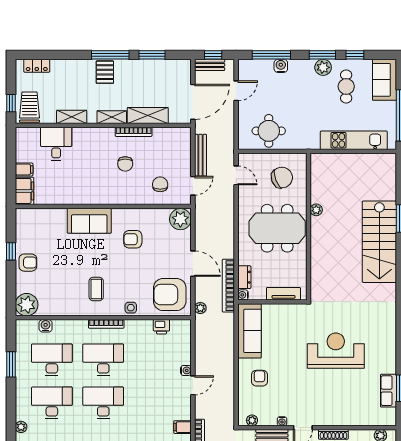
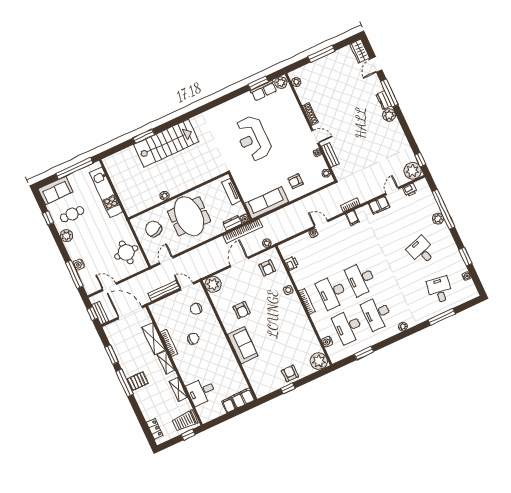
window: (322, 55) -> (58, 240), removed
coffee table: (96, 289) -> (287, 319), removed
armchair: (170, 295) -> (267, 268), width x0.53, depth x0.53
plant: (388, 416) -> (281, 83), added

